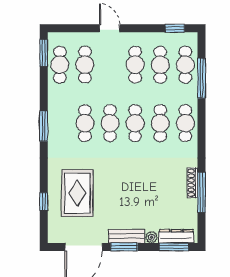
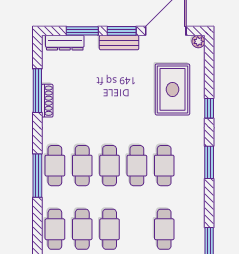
cafe table: (60, 65) -> (192, 229), removed
window: (201, 78) -> (37, 176), moved
window: (44, 202) -> (209, 108), moved
plant: (152, 237) -> (198, 41), moved
window: (174, 247) -> (82, 31), moved

